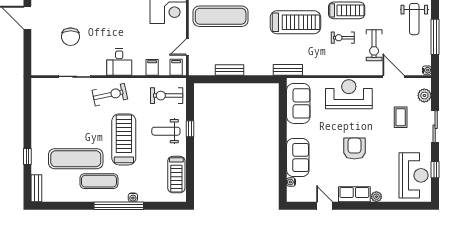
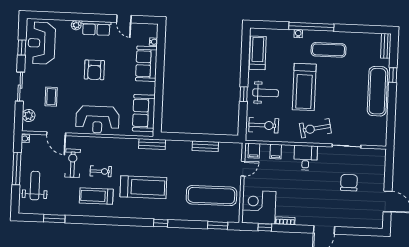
treadmill: (295, 22) -> (143, 187), turned 180
exercise mat: (76, 159) -> (377, 91), moved, turned 90

